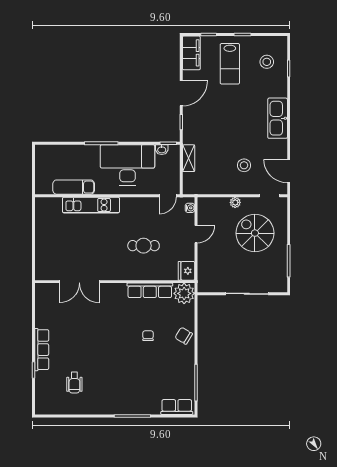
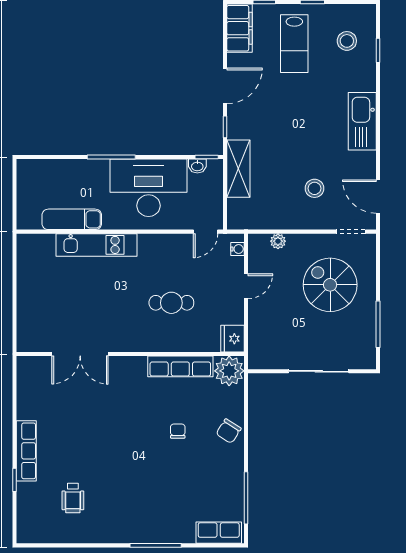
shelving: (189, 158) -> (238, 169), width x1.50, depth x1.33
plant: (235, 202) -> (278, 241), moved
chair: (184, 336) -> (229, 431), turned -88

